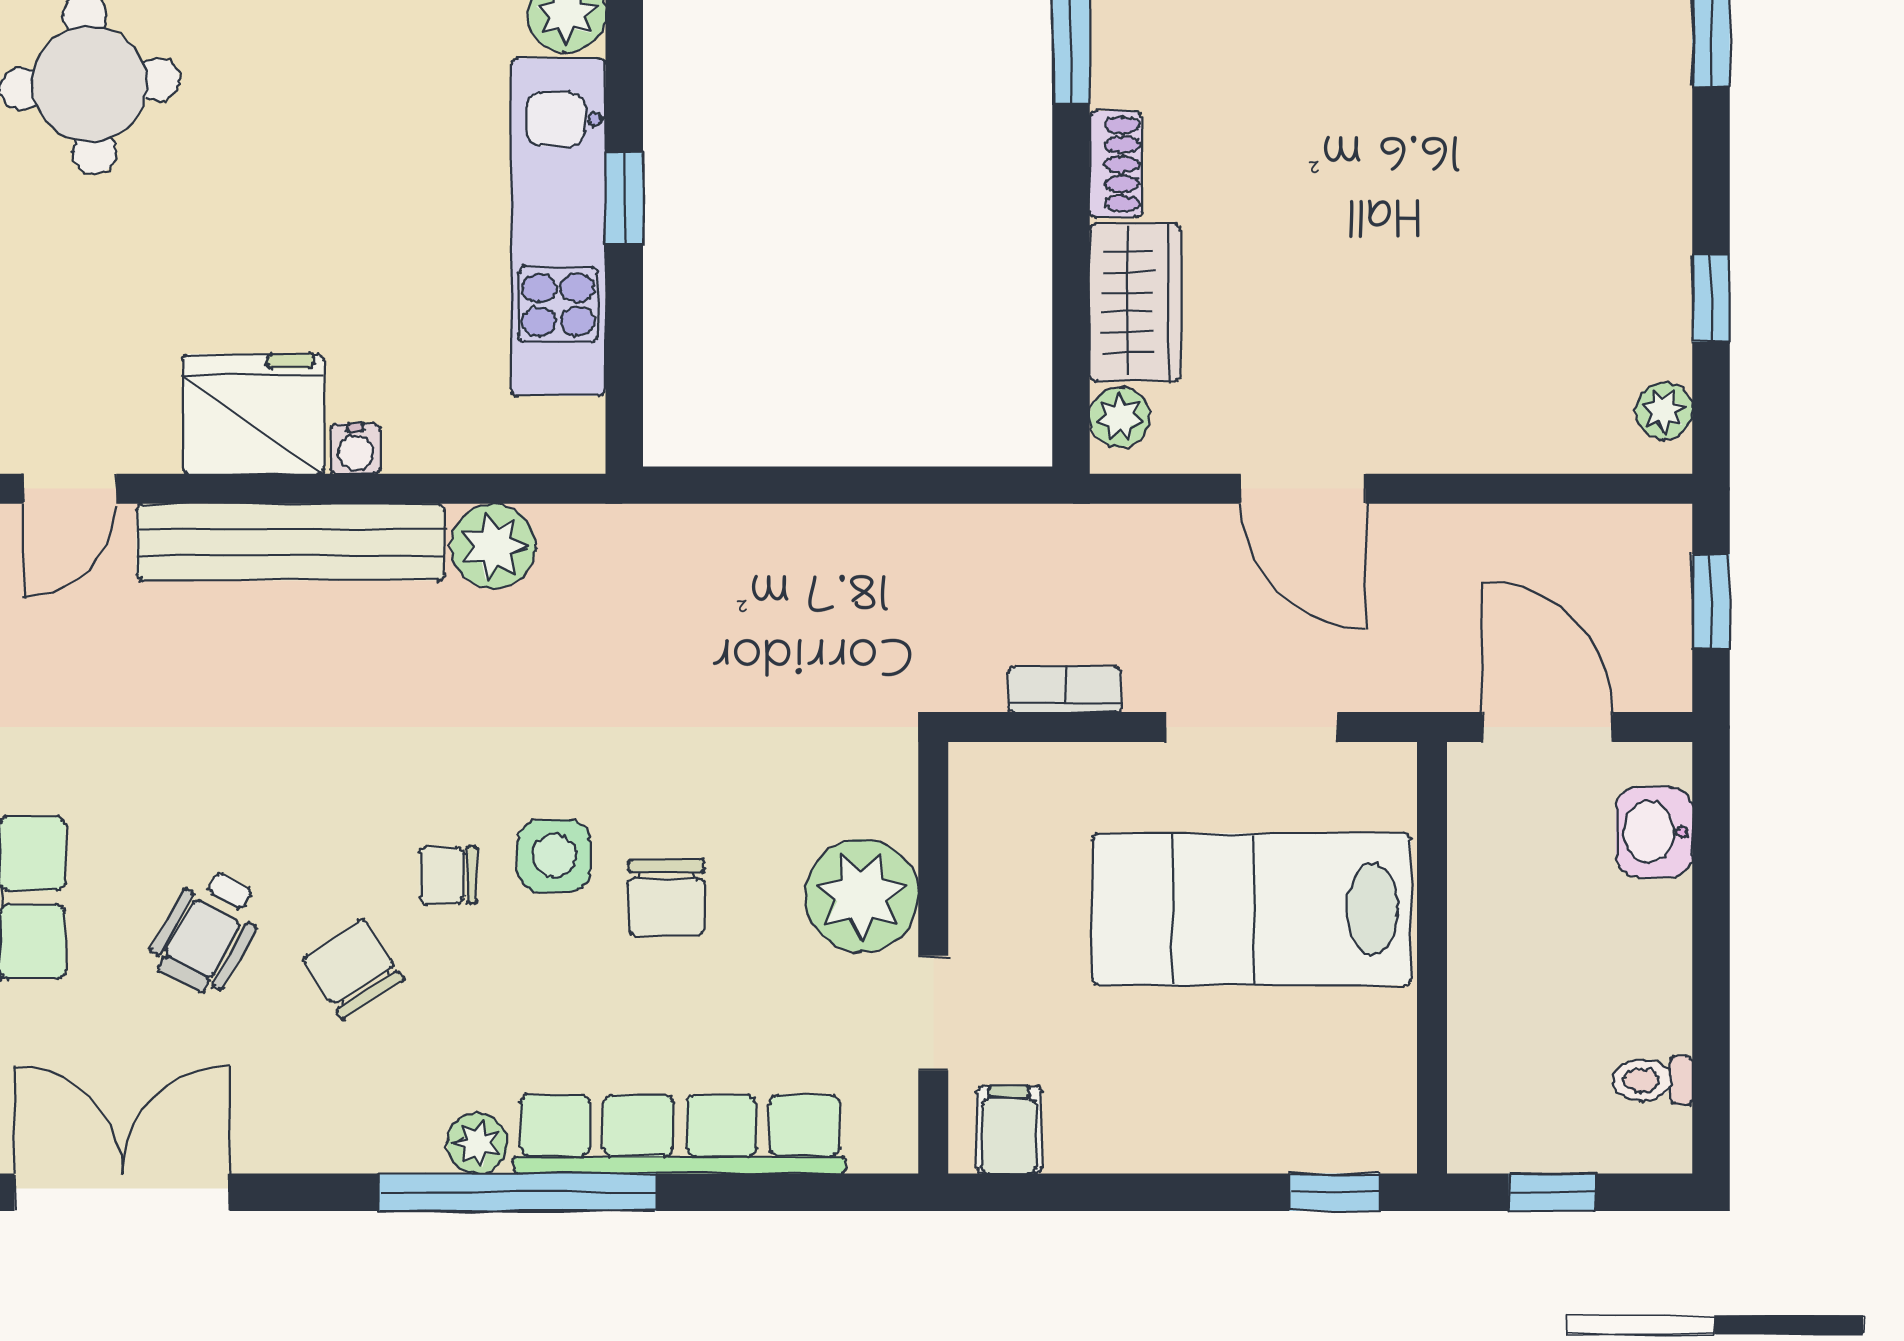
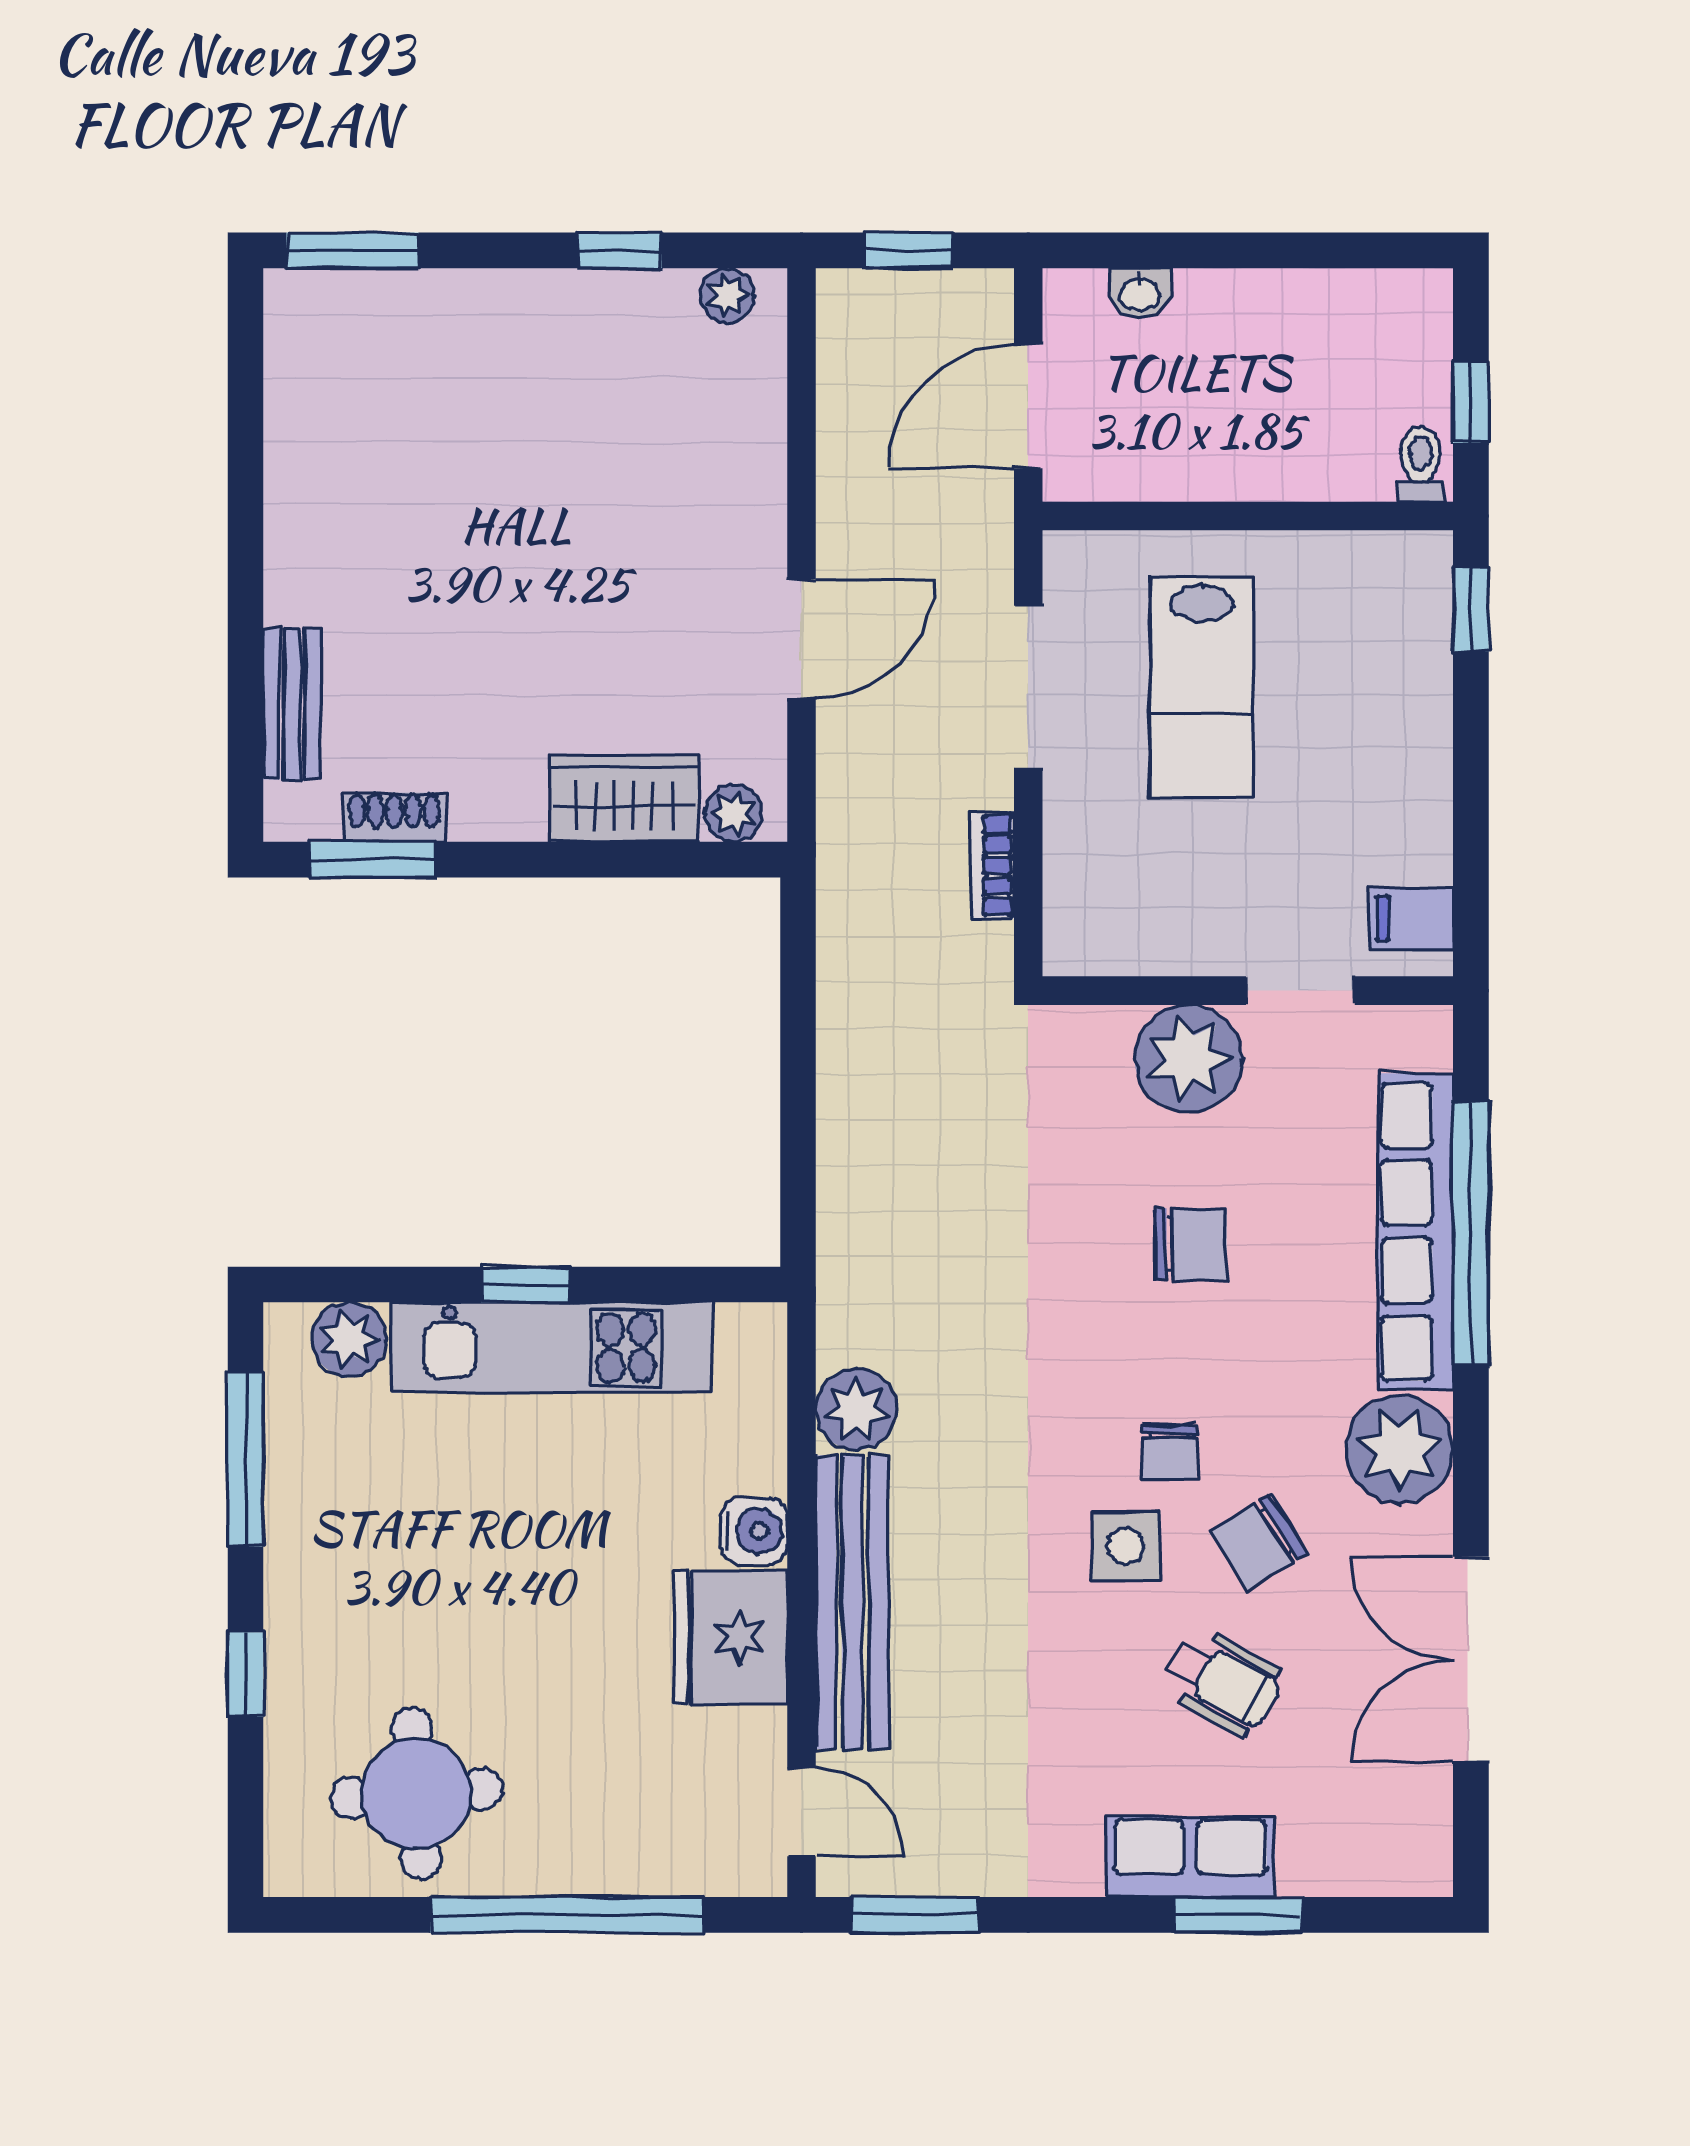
shoe rack: (1115, 164) -> (394, 817), moved
water cooler: (356, 449) -> (754, 1531), width x1.38, depth x1.38
washbasin: (1654, 832) -> (1140, 293), width x0.72, depth x0.69
side table: (554, 856) -> (1126, 1546), moved
lab bench: (1252, 909) -> (1202, 688), width x0.73, depth x0.72
toilet: (1653, 1080) -> (1420, 464), moved, turned 180
plant: (477, 1143) -> (1399, 1450), width x1.88, depth x1.88
double door: (122, 1192) -> (1471, 1659), moved
window: (518, 1192) -> (1471, 1233), moved

